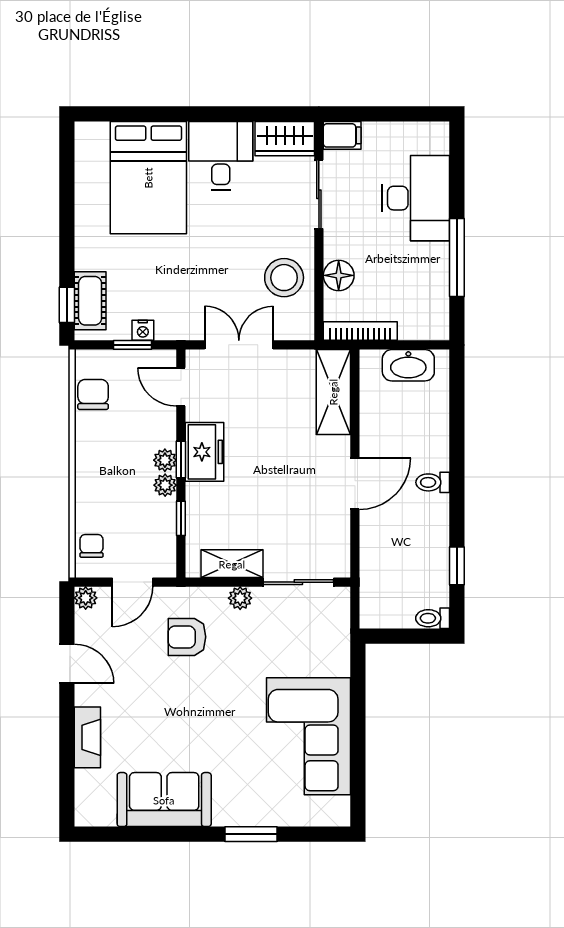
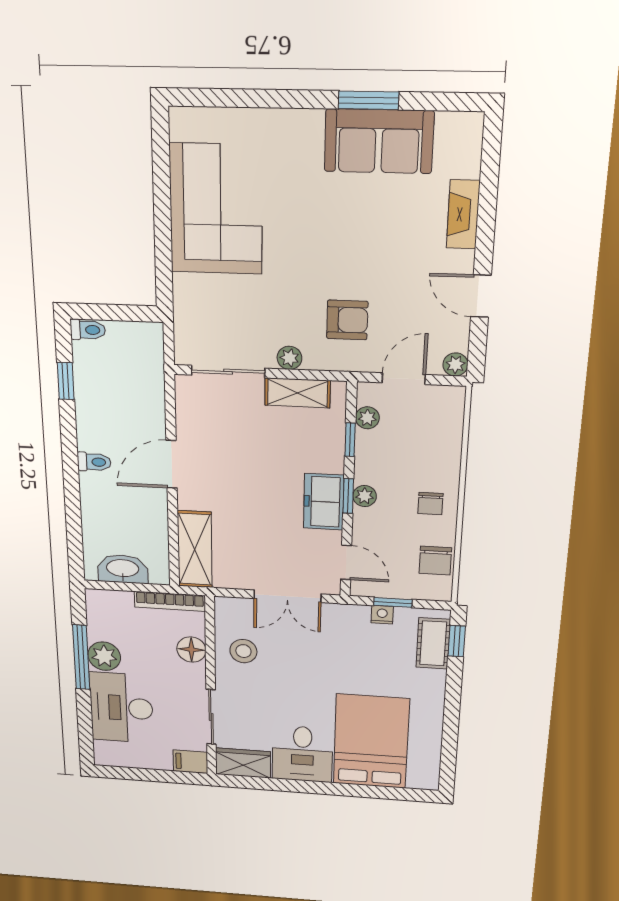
plant: (432, 261) -> (104, 656), added
stool: (284, 278) -> (243, 651), width x0.73, depth x0.73
plant: (165, 485) -> (367, 418), moved
chair: (91, 546) -> (430, 503), moved
window: (251, 834) -> (369, 100), moved

